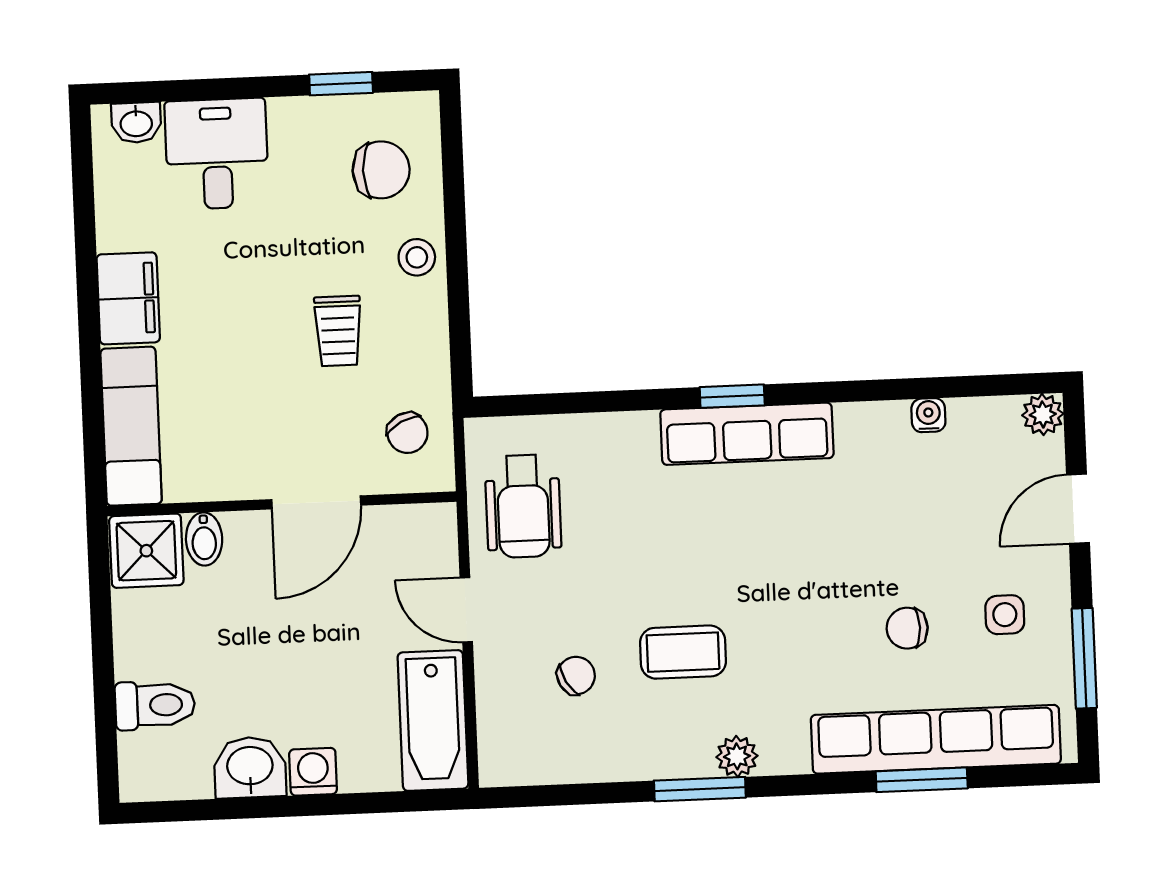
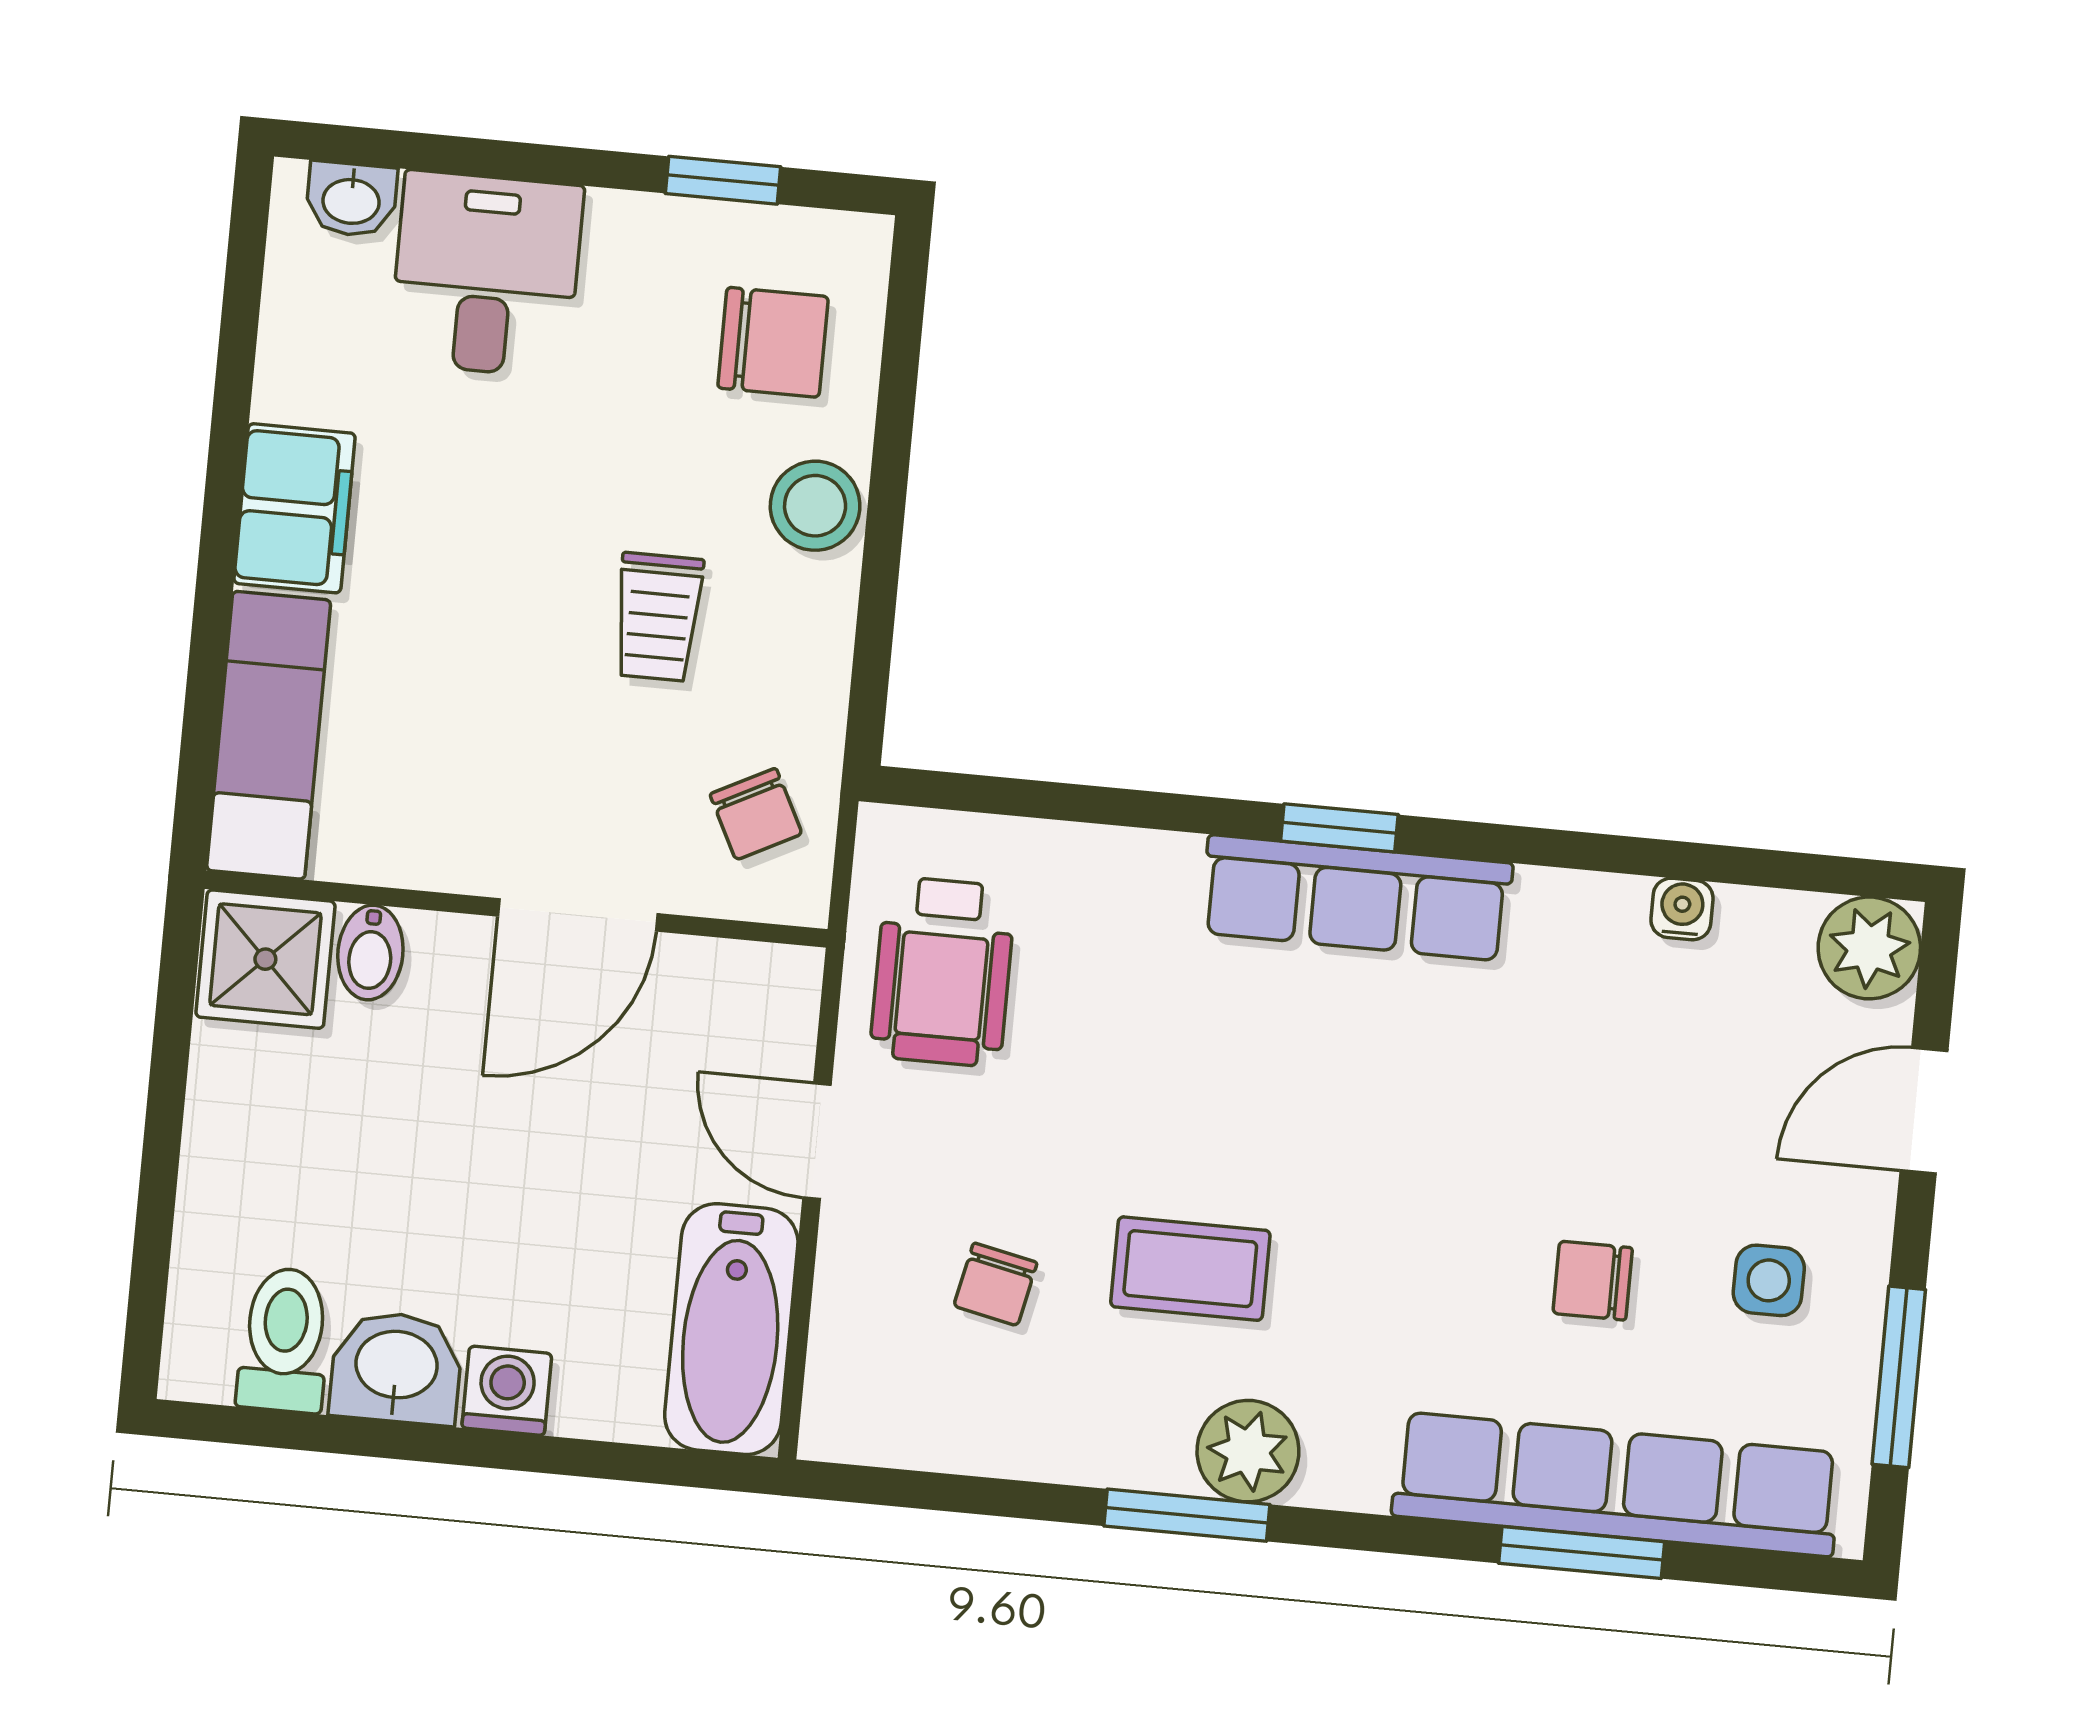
stool: (417, 257) -> (815, 506), width x1.37, depth x1.37
plant: (1043, 414) -> (1869, 948), width x1.38, depth x1.38
chair: (576, 676) -> (995, 1284), turned 132
toilet: (155, 705) -> (284, 1340), moved, turned -90
plant: (737, 756) -> (1248, 1451), width x1.38, depth x1.38

